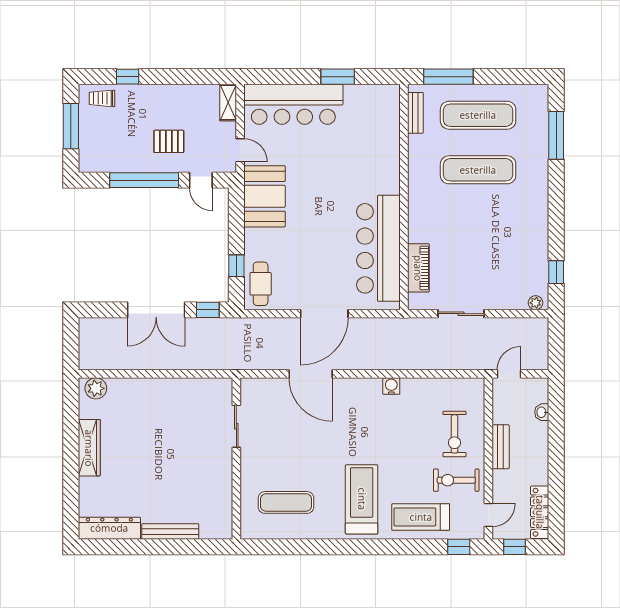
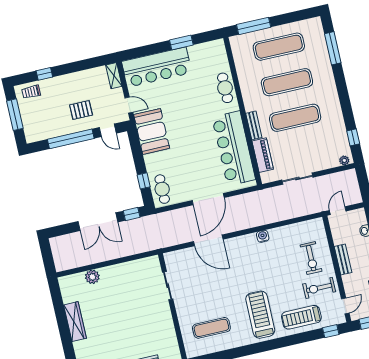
bench: (415, 113) -> (254, 125), moved
cafe table: (386, 157) -> (225, 88), added
exercise mat: (478, 224) -> (295, 118), added
plant: (96, 388) -> (92, 277), moved

